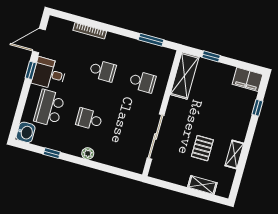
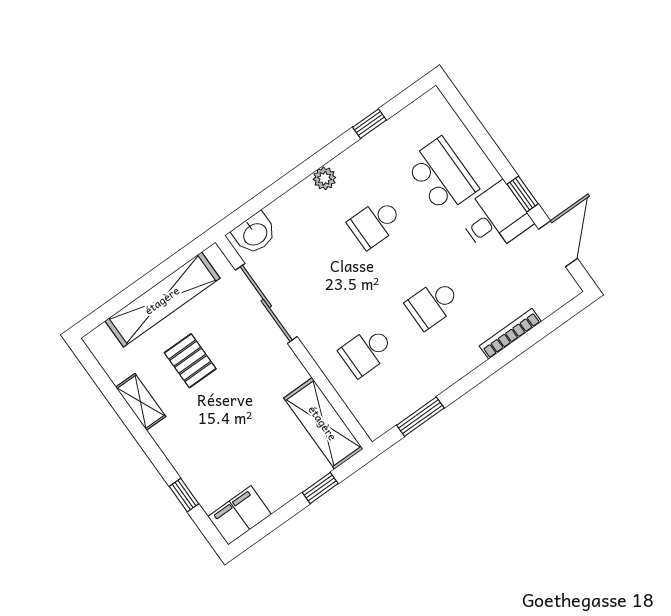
school desk: (89, 119) -> (375, 223), turned 180
washbasin: (26, 132) -> (255, 234), moved, turned -90
shelving: (202, 185) -> (162, 300), width x2.20, depth x1.33

